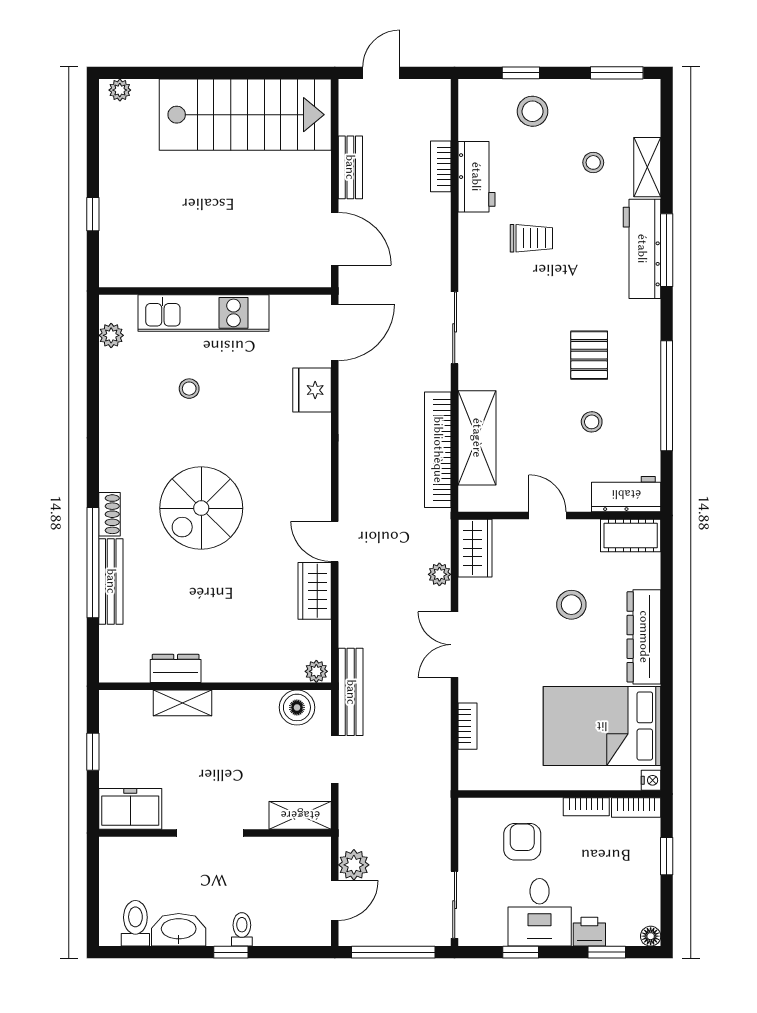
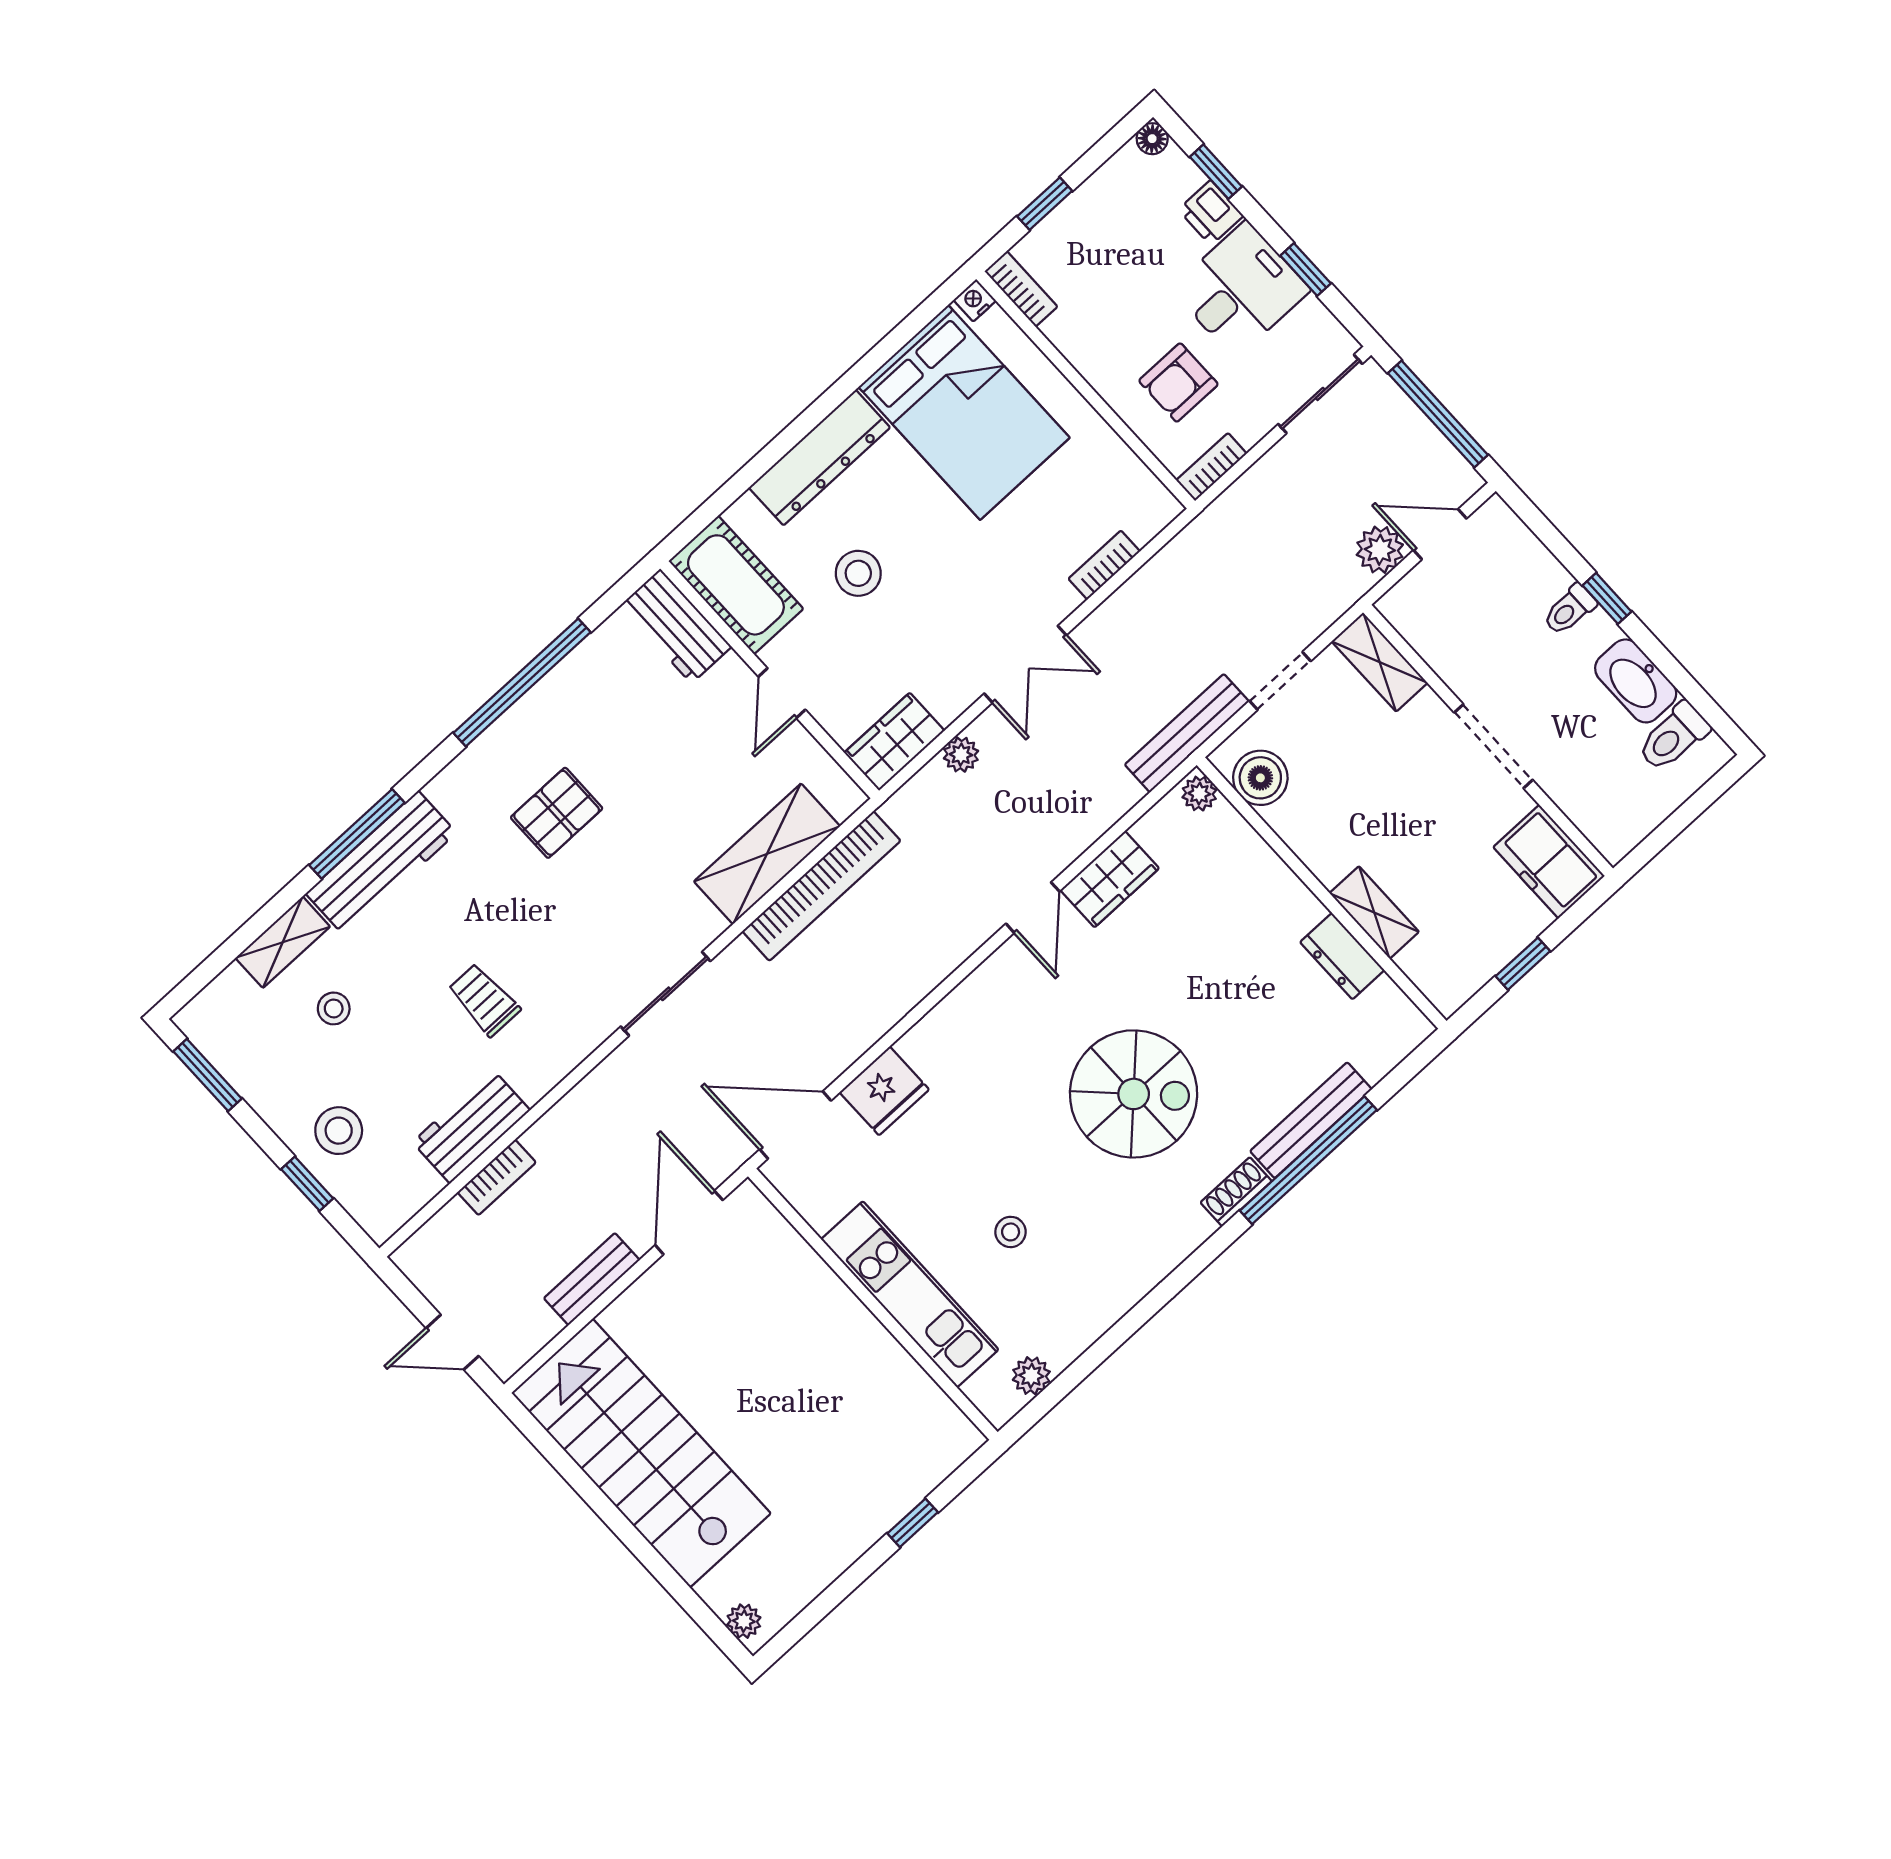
stool: (592, 422) -> (630, 740), removed
cot: (631, 535) -> (736, 585), width x1.37, depth x1.34
bookcase: (586, 807) -> (1212, 467), moved, turned -90

